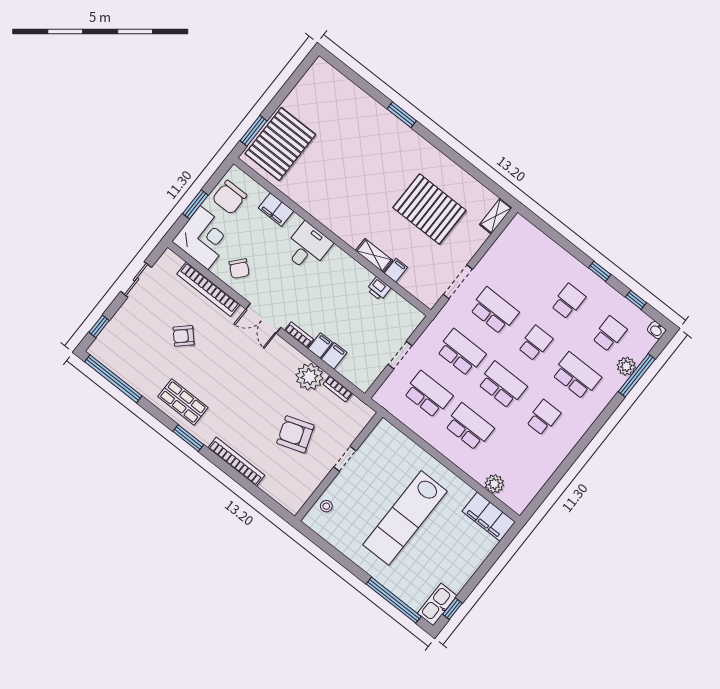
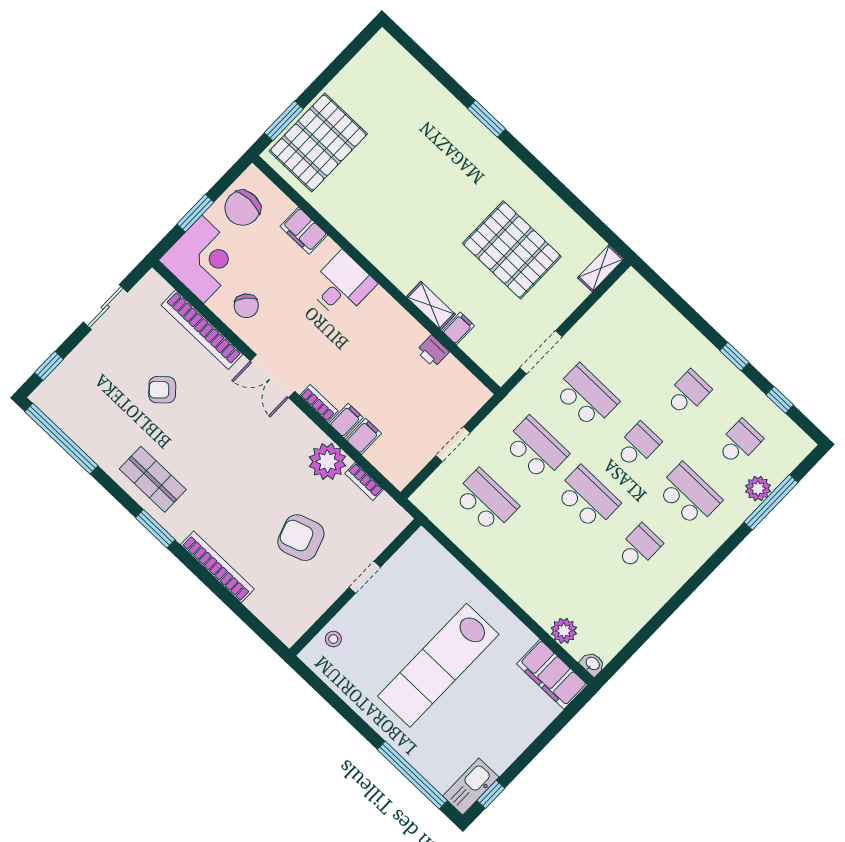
washbasin: (657, 330) -> (592, 664), moved, turned 180
school desk: (469, 427) -> (537, 550), removed

